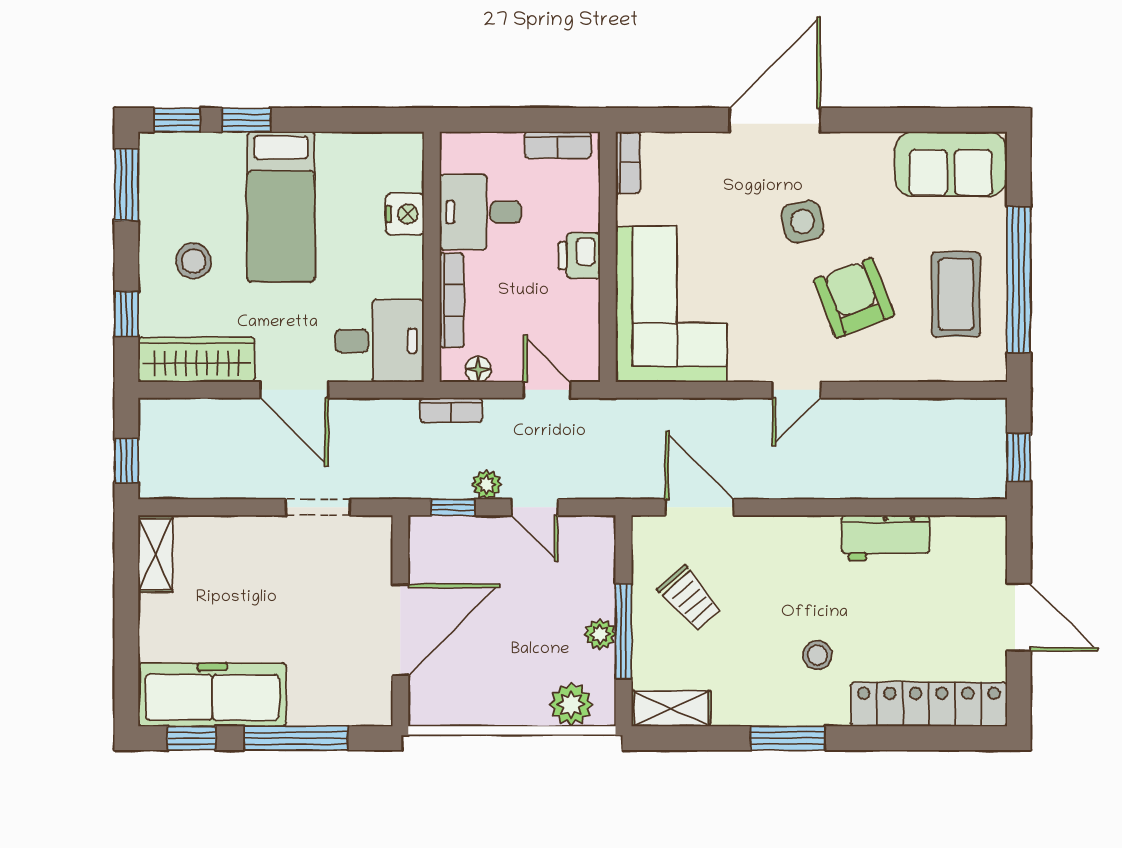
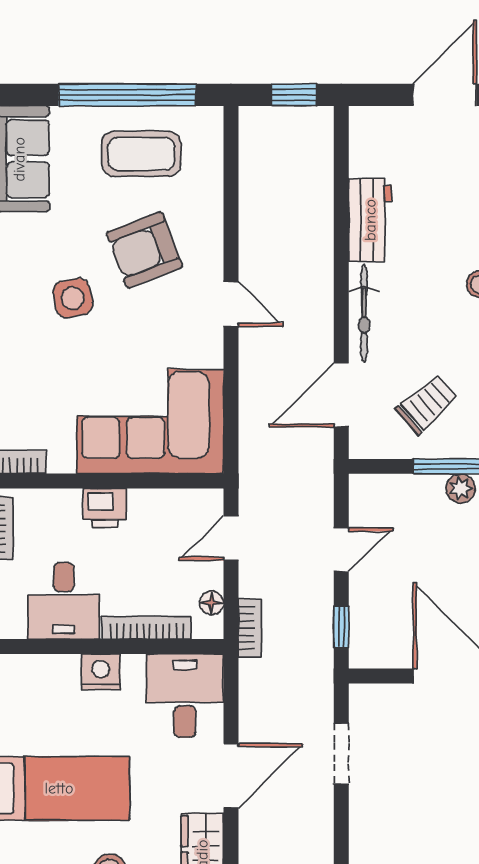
nightstand: (405, 214) -> (101, 672), moved
plant: (487, 485) -> (320, 595), removed
bicycle: (786, 532) -> (364, 313), added

